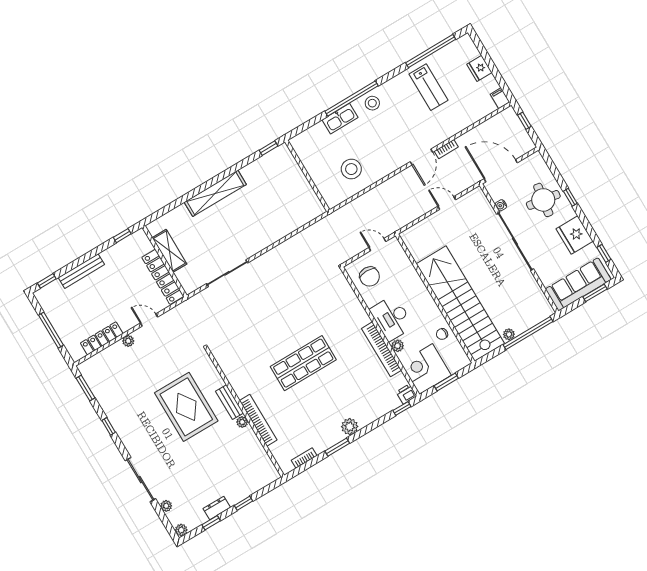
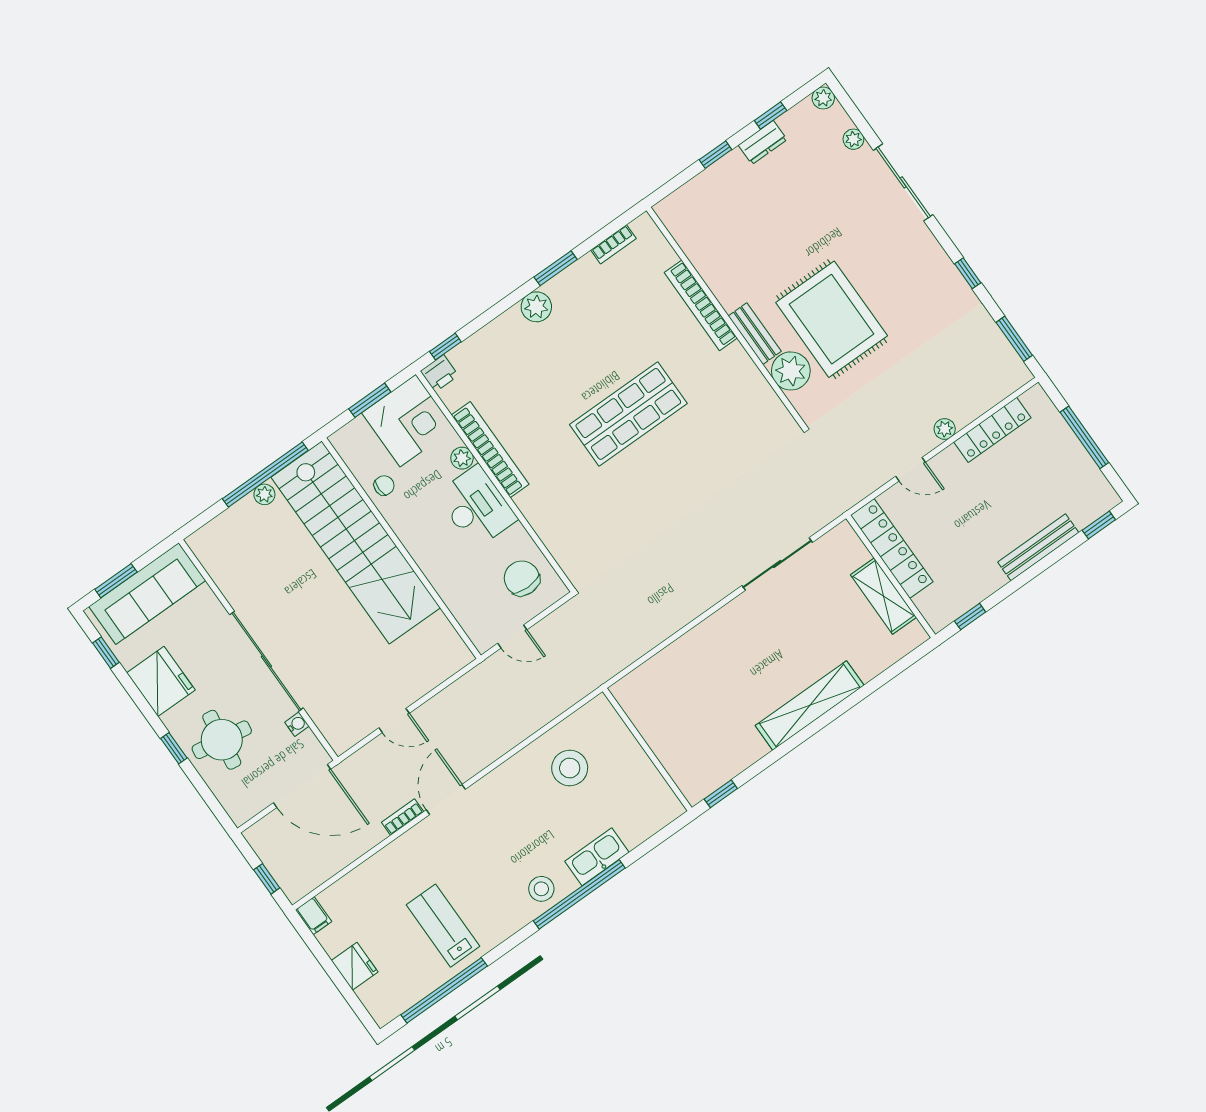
window: (528, 333) -> (265, 475), moved
plant: (242, 422) -> (791, 371), moved, width x1.88, depth x1.88

